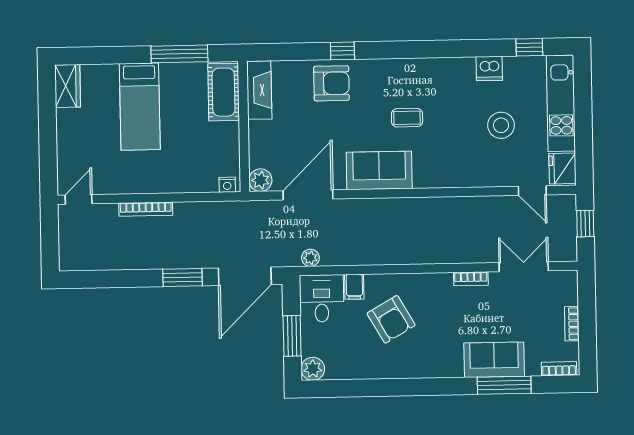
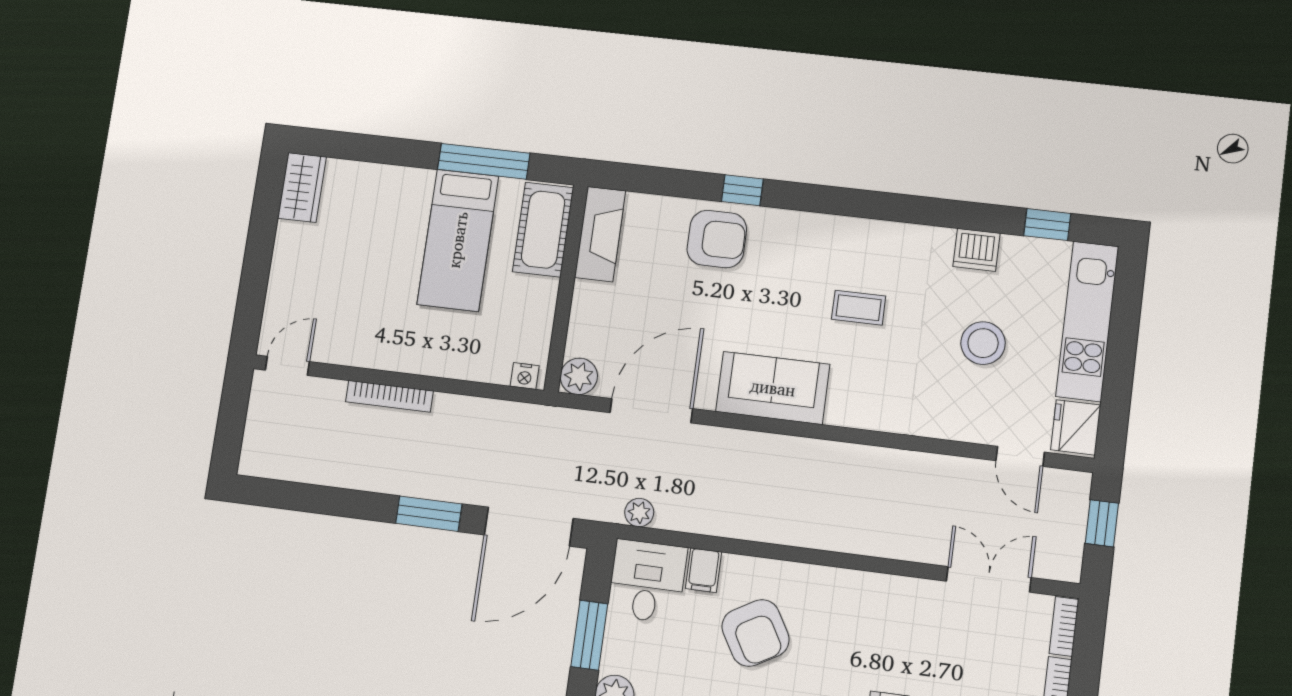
bed: (140, 107) -> (458, 240), moved
coffee table: (407, 118) -> (859, 308), moved
bookcase: (471, 279) -> (1064, 626), moved, turned 90

